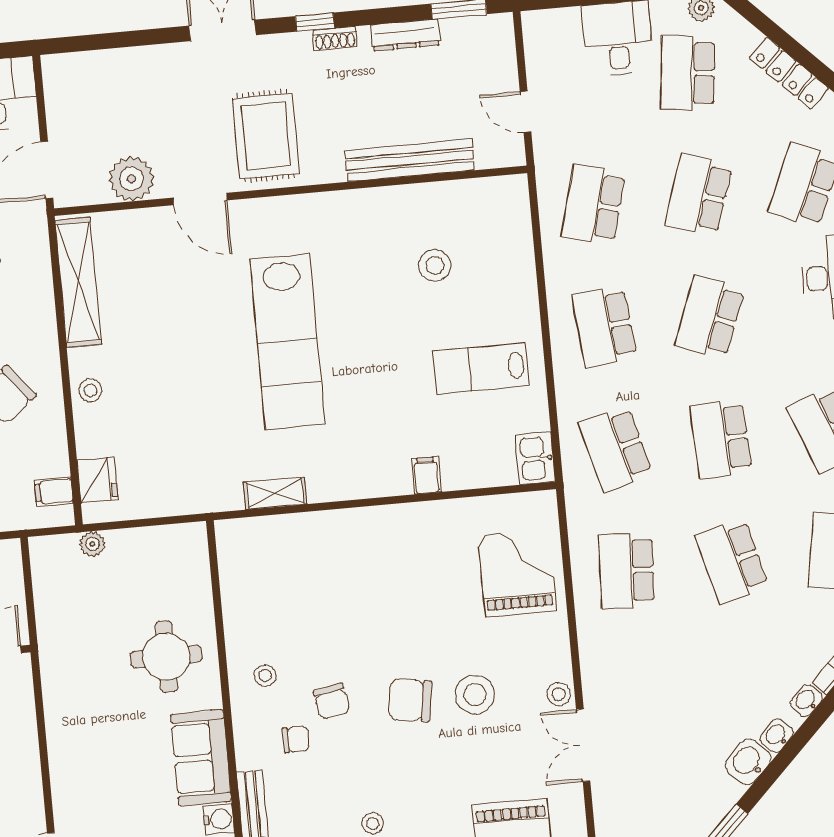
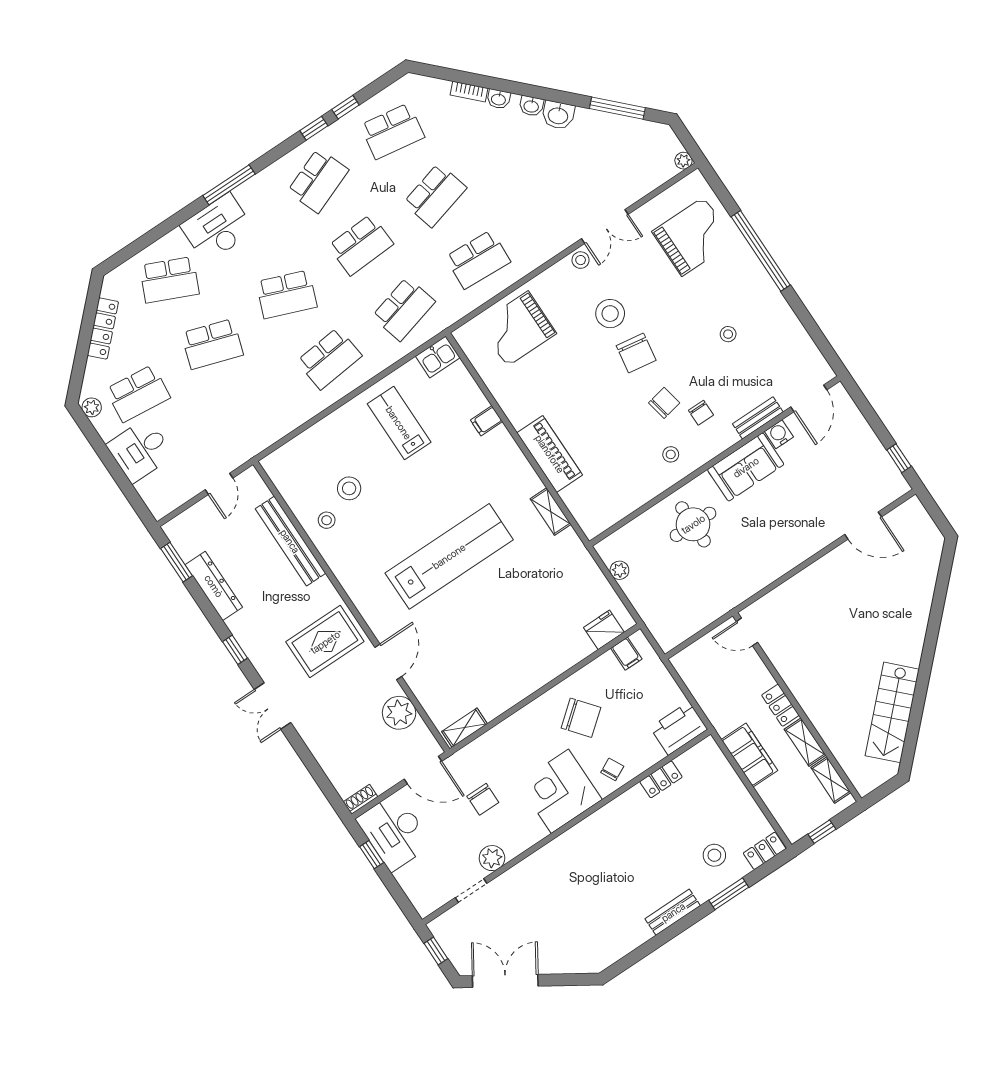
dresser: (405, 35) -> (214, 586), width x1.37, depth x1.24
shoe rack: (335, 39) -> (360, 799), moved, turned -90
school desk: (593, 204) -> (255, 408), removed
shelving: (78, 282) -> (464, 728), width x0.45, depth x0.75
lab bench: (481, 368) -> (399, 423), turned 180
stool: (90, 390) -> (327, 520), moved
piano: (345, 530) -> (550, 454), added
plant: (92, 544) -> (619, 570), moved
chair: (296, 739) -> (701, 413), turned 180

